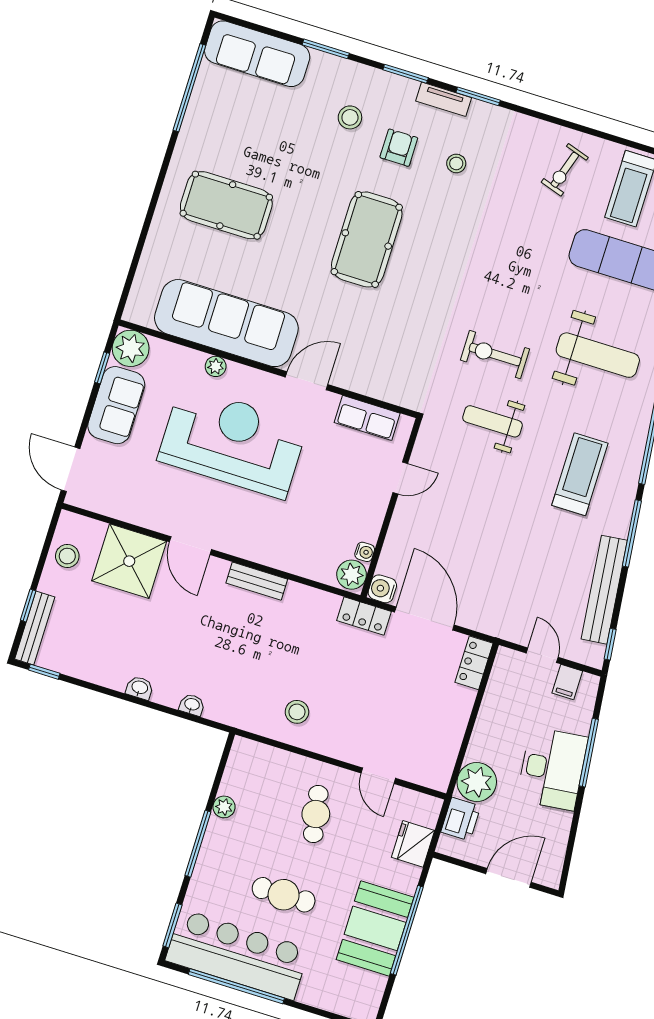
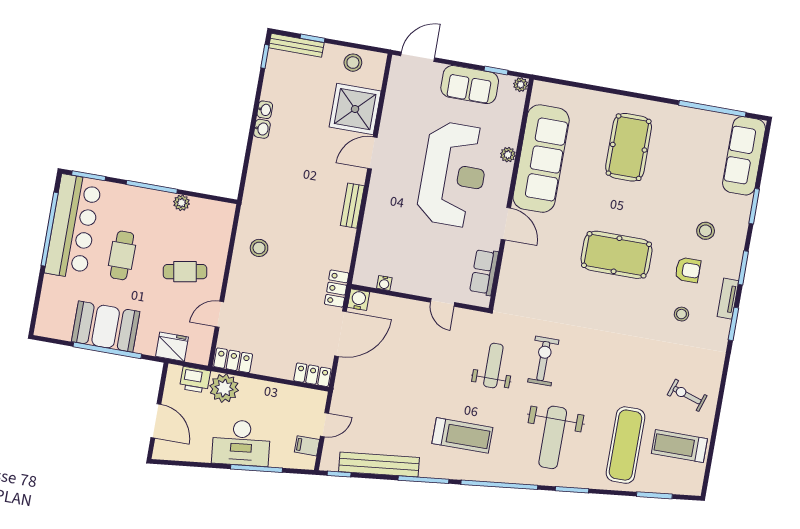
plant: (131, 348) -> (521, 85), width x0.53, depth x0.53
plant: (352, 575) -> (366, 275), removed
washbasin: (192, 705) -> (265, 110), moved
locker: (441, 765) -> (233, 360), added

